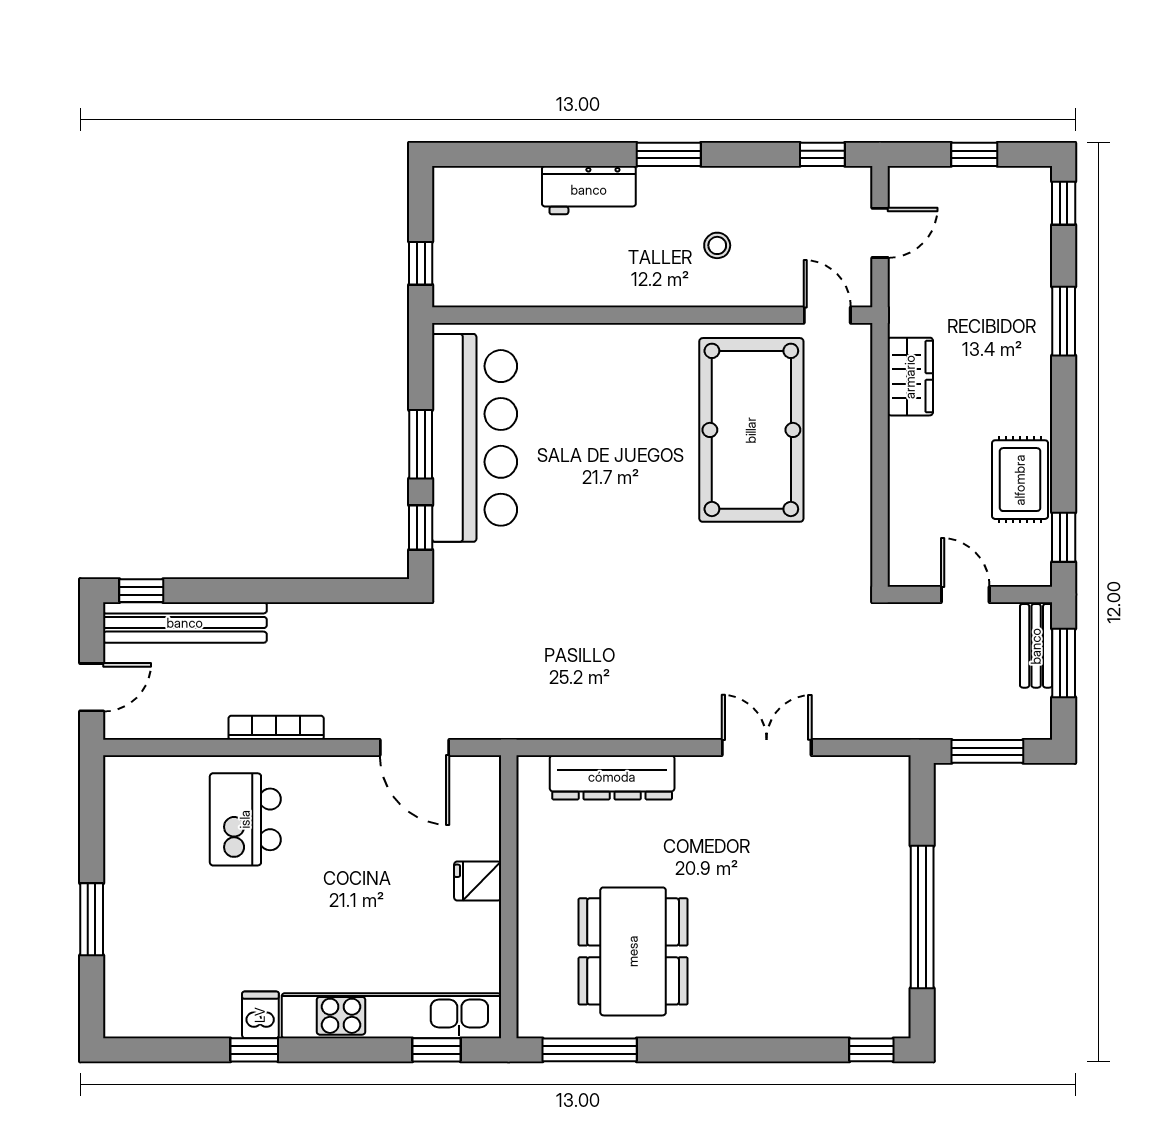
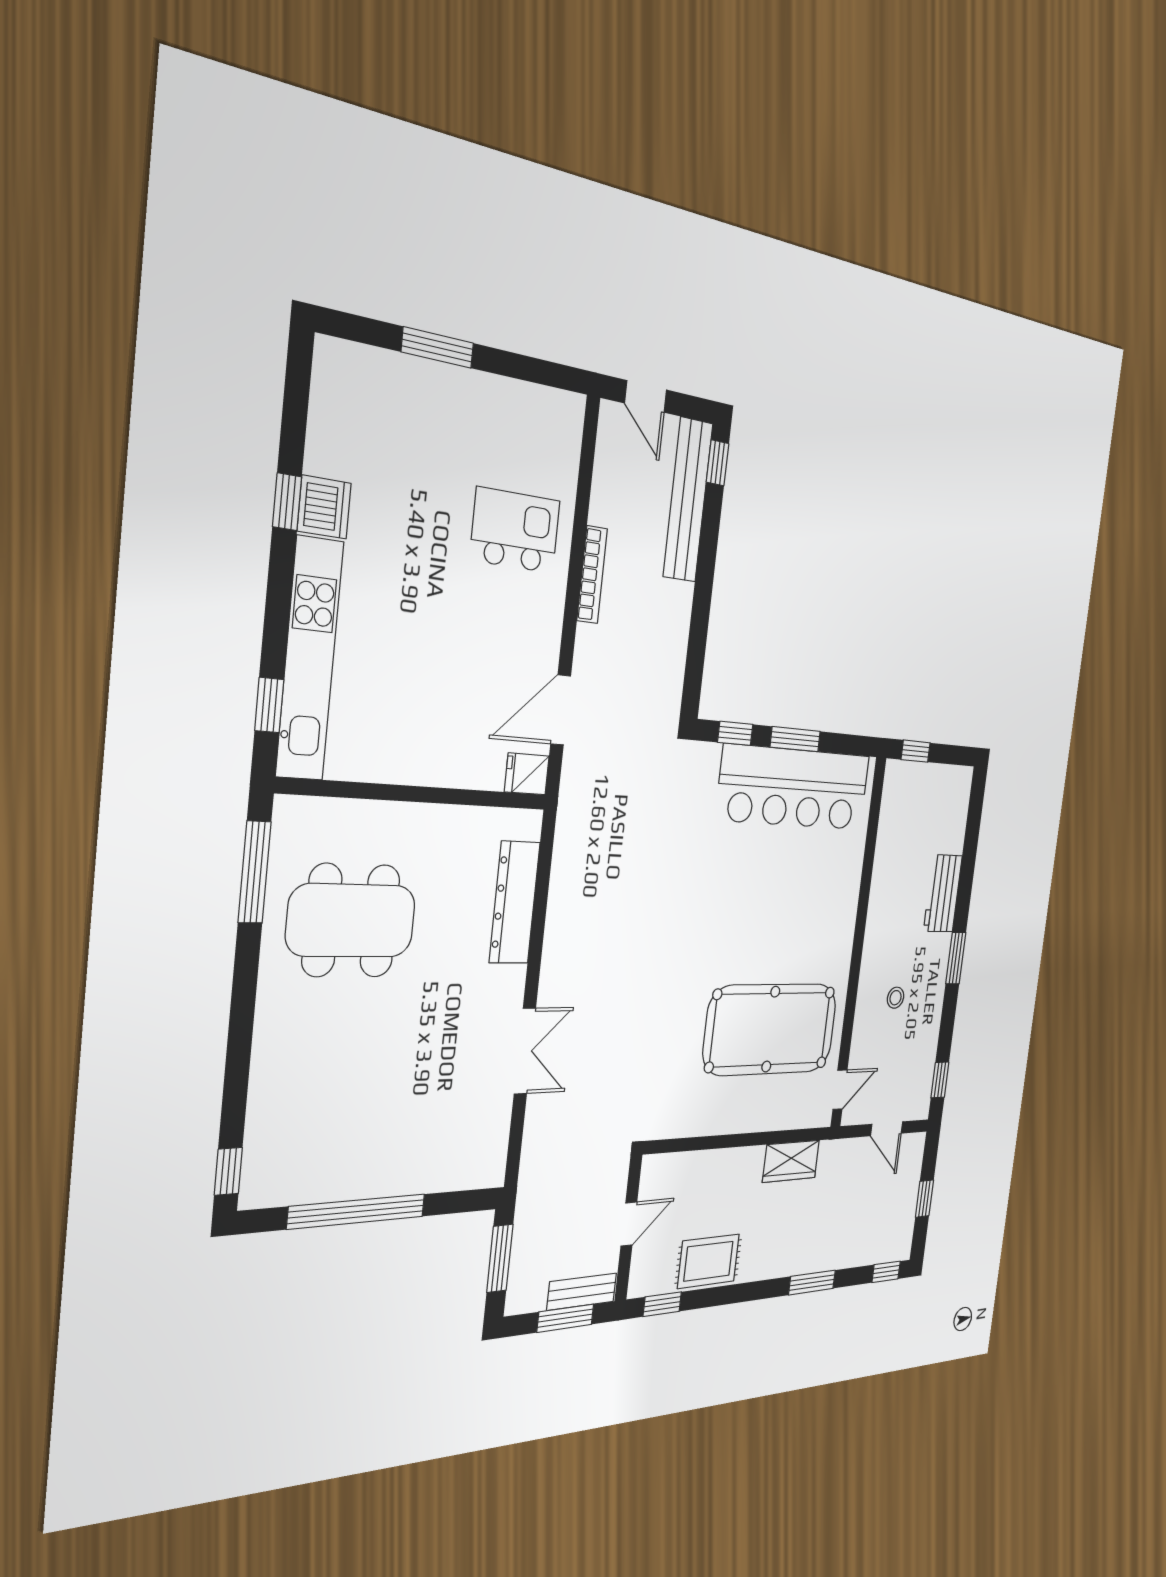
fridge: (478, 881) -> (527, 774), moved, turned -90
dishwasher: (260, 1015) -> (324, 507), width x1.38

